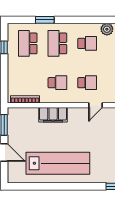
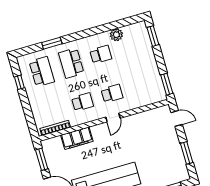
school desk: (28, 43) -> (42, 72), turned 180
door: (96, 105) -> (113, 118), moved
filing cabinet: (53, 115) -> (77, 138), moved

